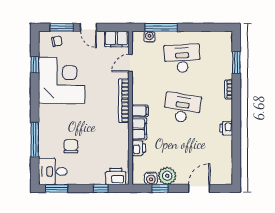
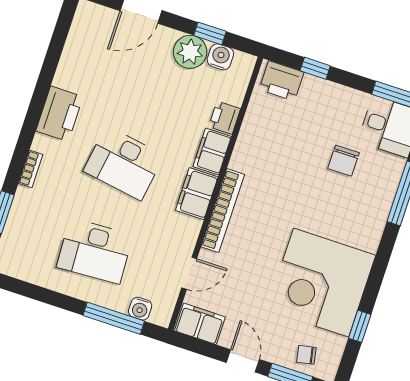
filing cabinet: (140, 111) -> (197, 194), width x2.00
printer: (226, 128) -> (59, 114), width x1.87, depth x1.48

